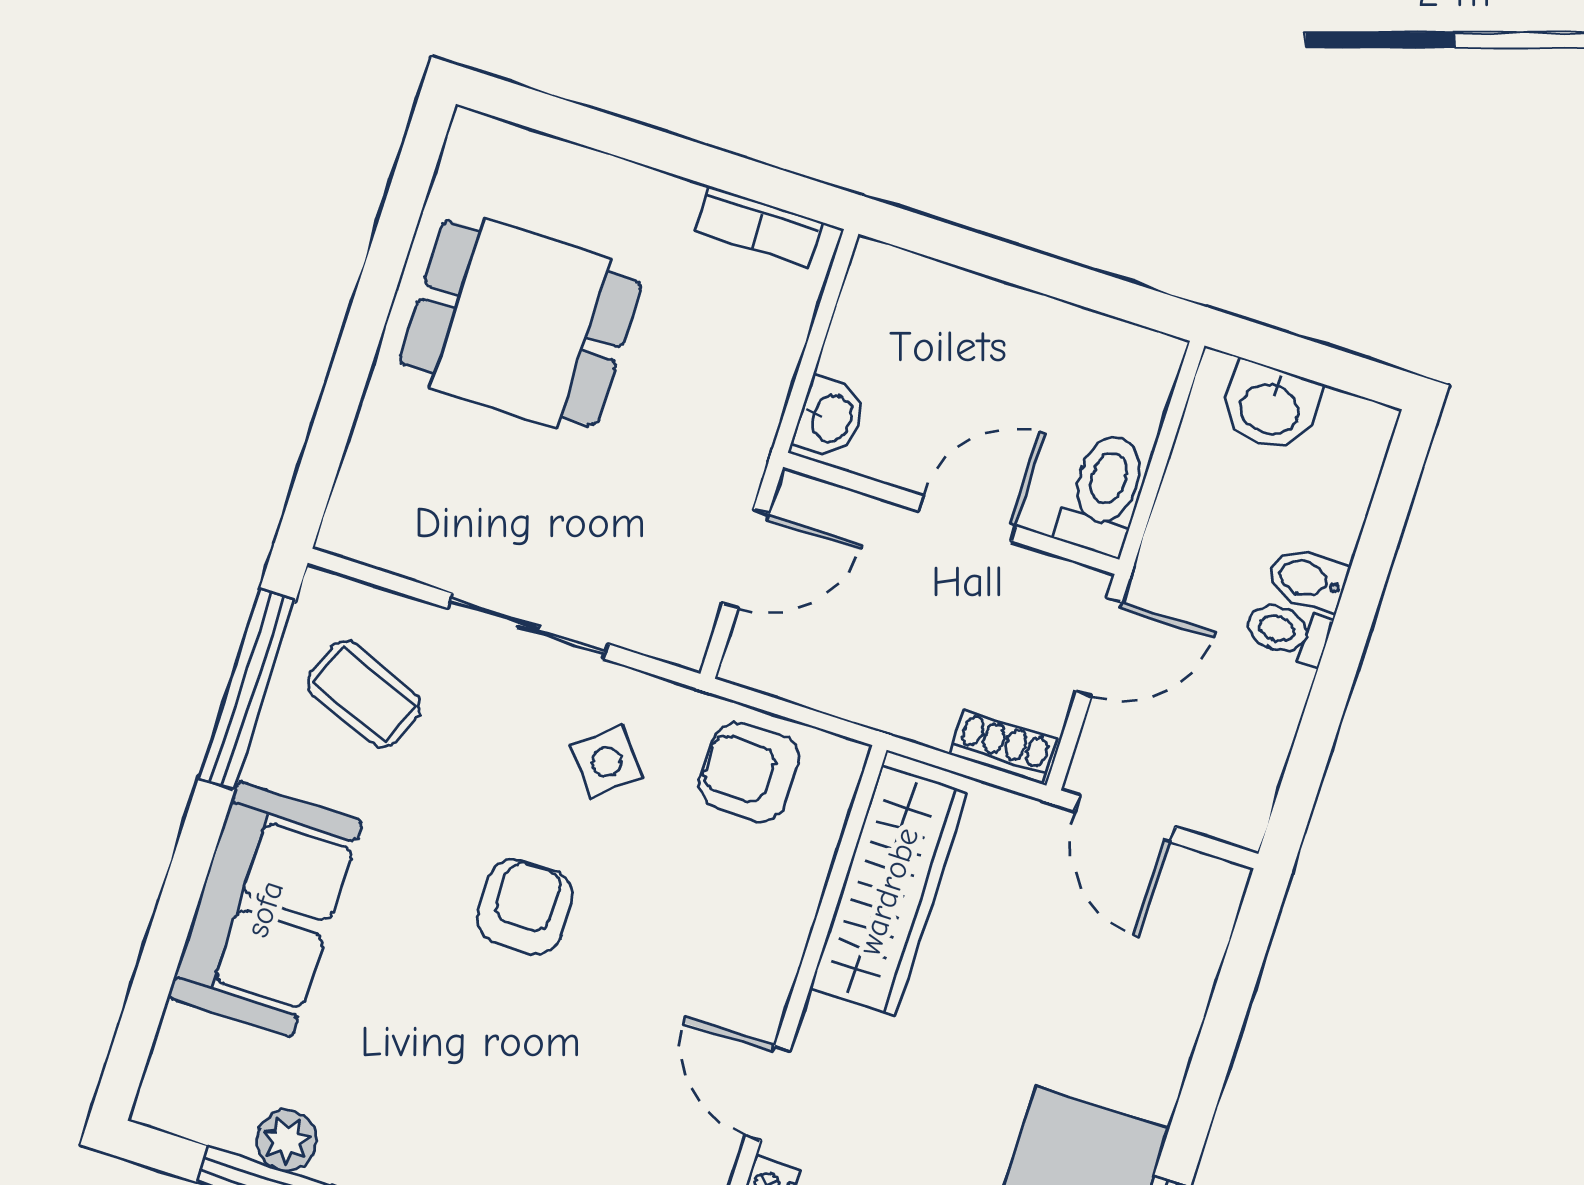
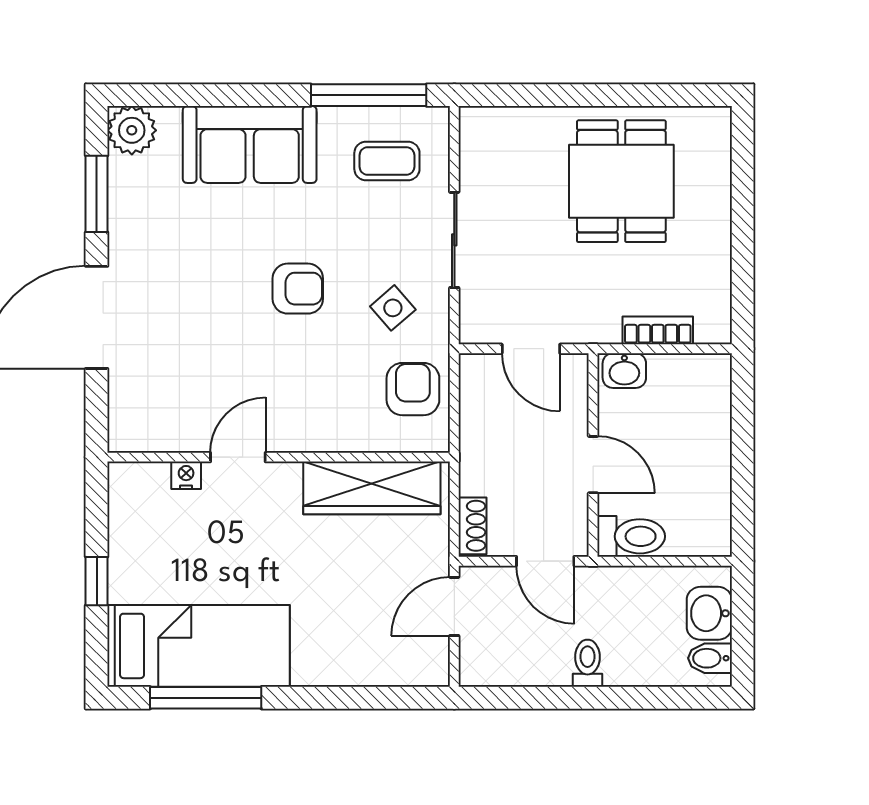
bookcase: (758, 227) -> (658, 330), moved, turned 90
bidet: (1308, 579) -> (710, 658), moved, turned -90
coffee table: (364, 694) -> (387, 161), turned 68
plant: (287, 1140) -> (132, 130), moved, width x1.38, depth x1.38

